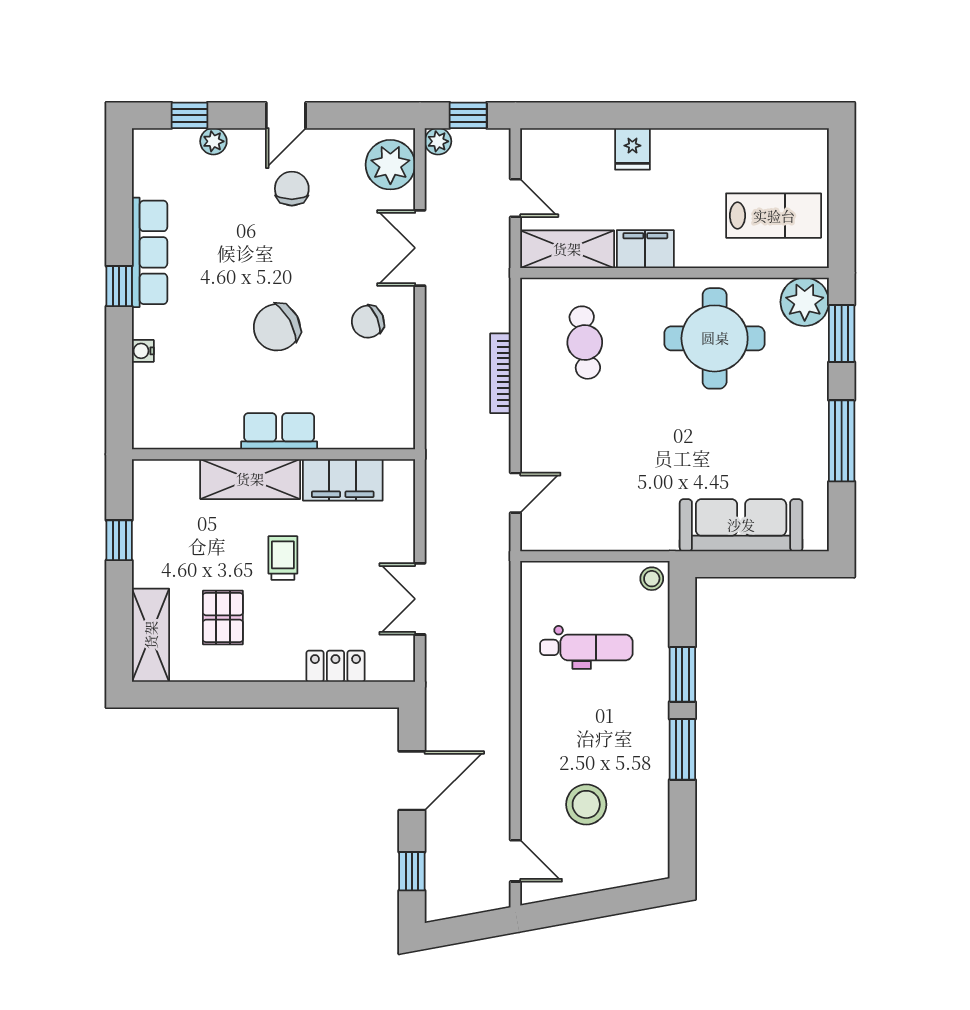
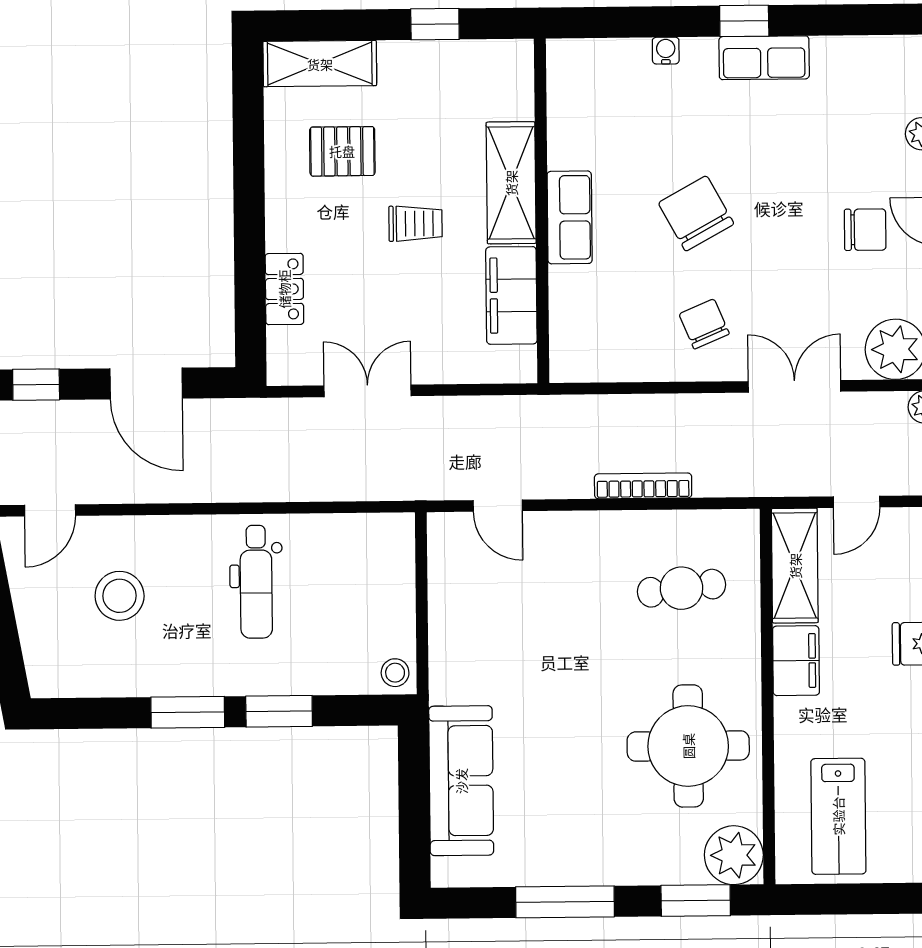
row of seats: (150, 252) -> (764, 58), width x0.68
dental chair: (586, 647) -> (256, 582), moved

